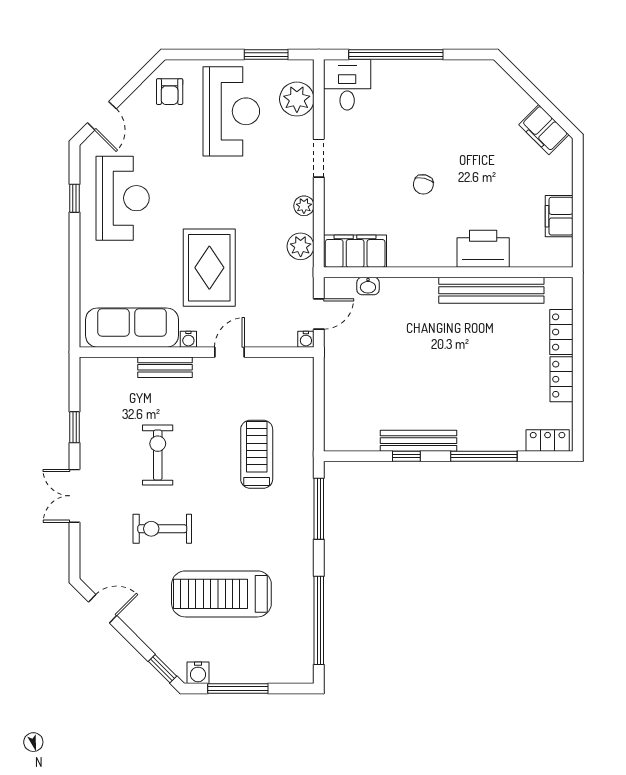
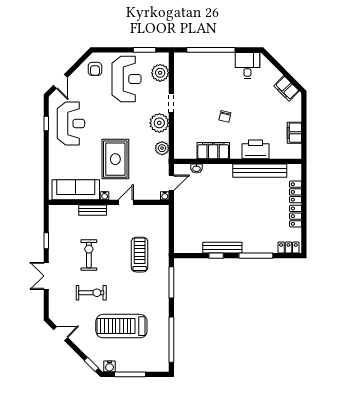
desk: (347, 85) -> (247, 65), moved
plant: (304, 206) -> (159, 123), width x1.88, depth x1.88
filing cabinet: (355, 251) -> (213, 151), moved
exercise bike: (162, 529) -> (91, 293), turned 180

